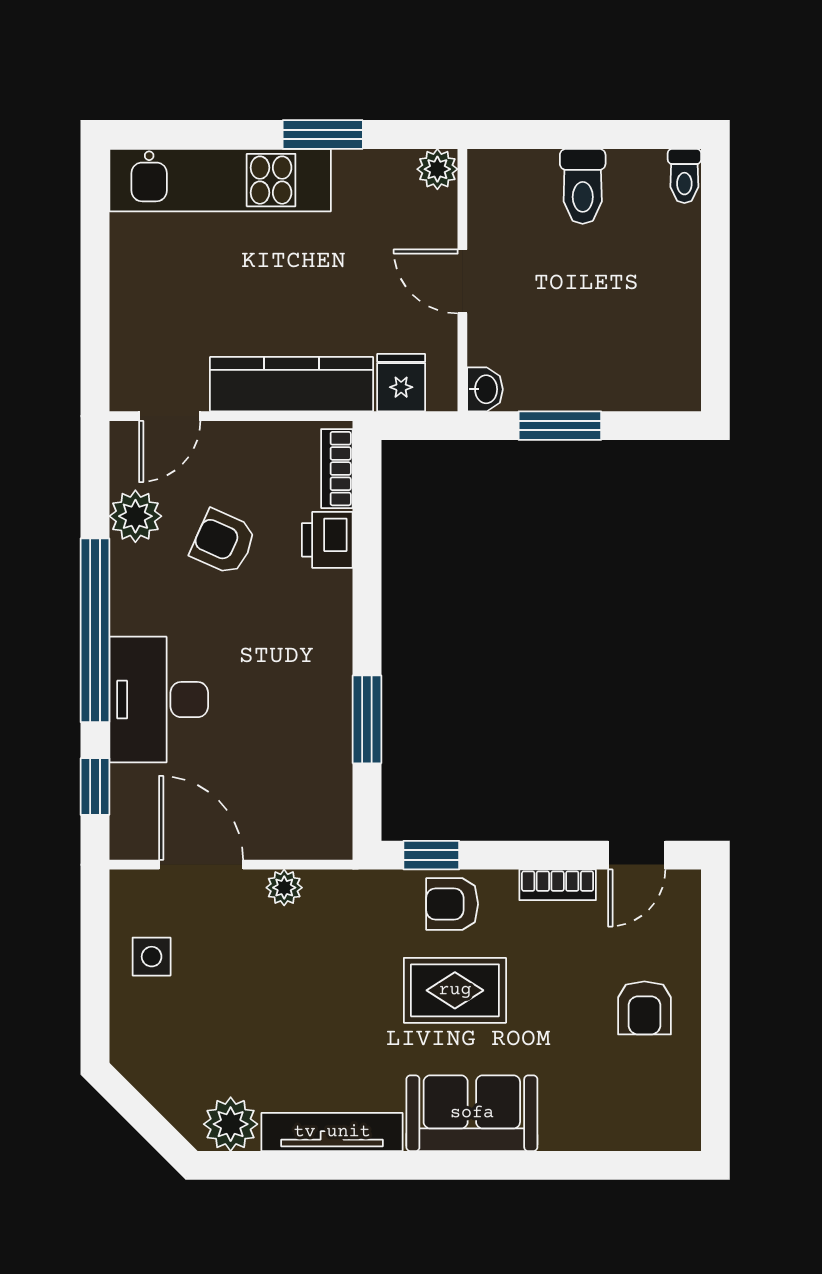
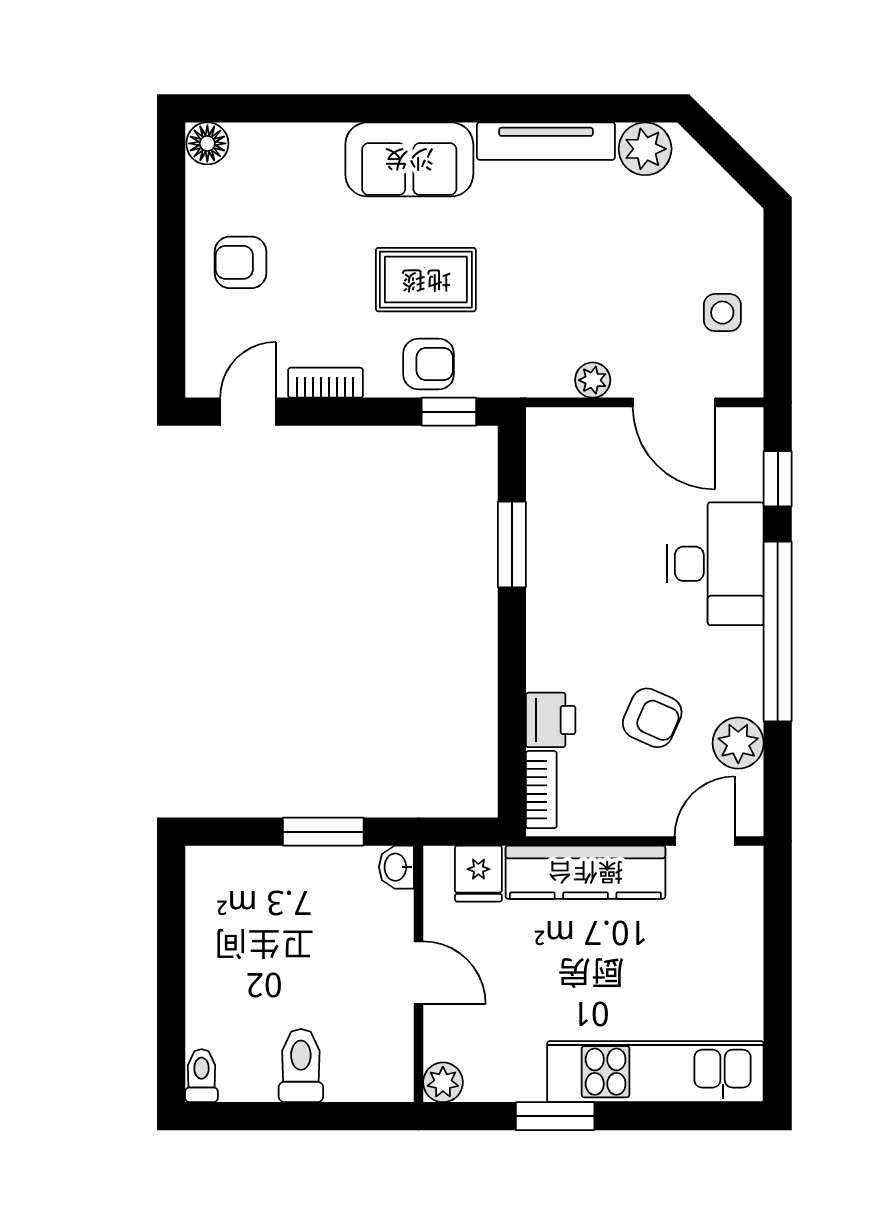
armchair: (644, 1008) -> (240, 262), turned -90
floor lamp: (678, 1130) -> (207, 143), added

